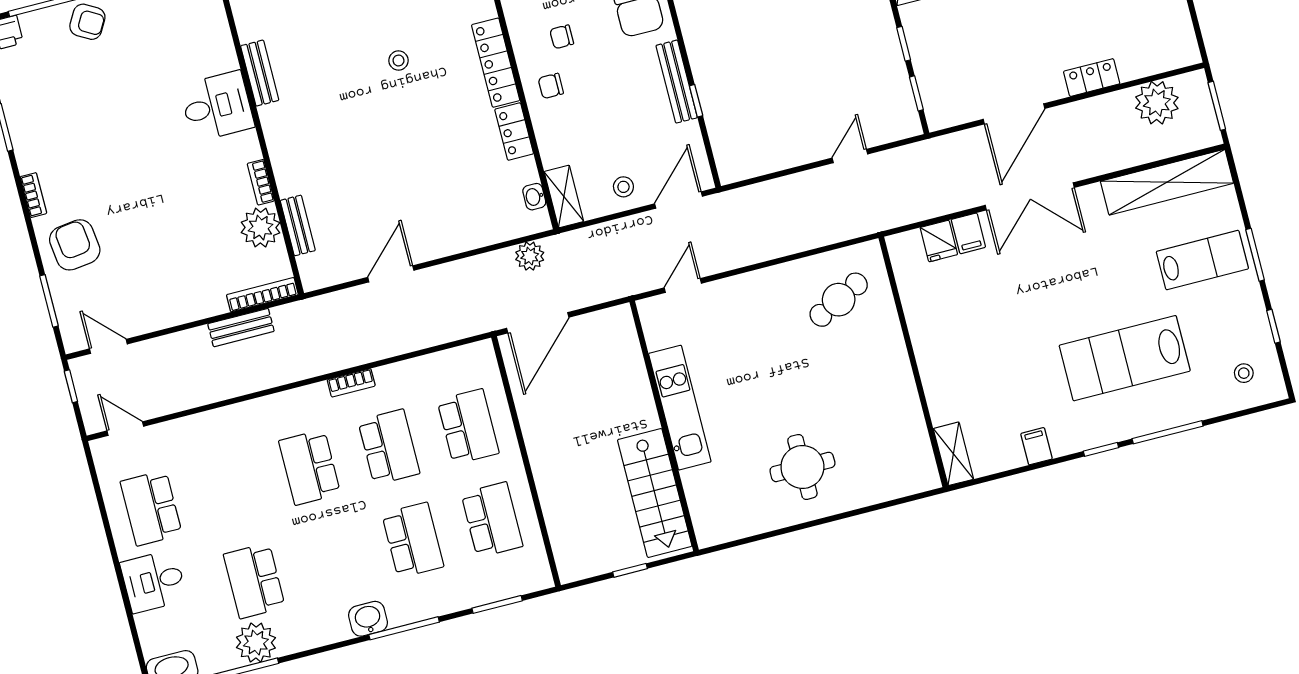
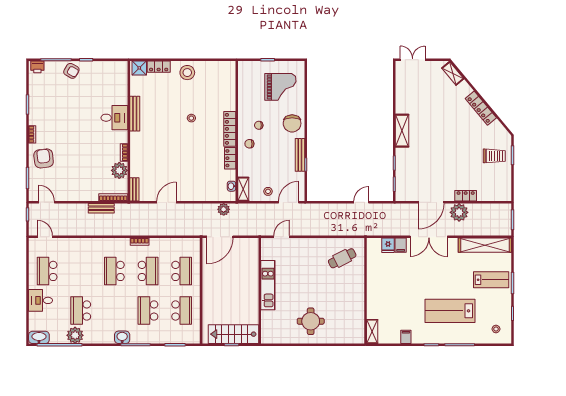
bench: (260, 73) -> (135, 114), width x1.36
plant: (1157, 103) -> (459, 212), moved
bench: (298, 225) -> (134, 189), moved
stairs: (655, 493) -> (234, 334), moved, turned 90
school desk: (413, 540) -> (148, 311), turned 180

